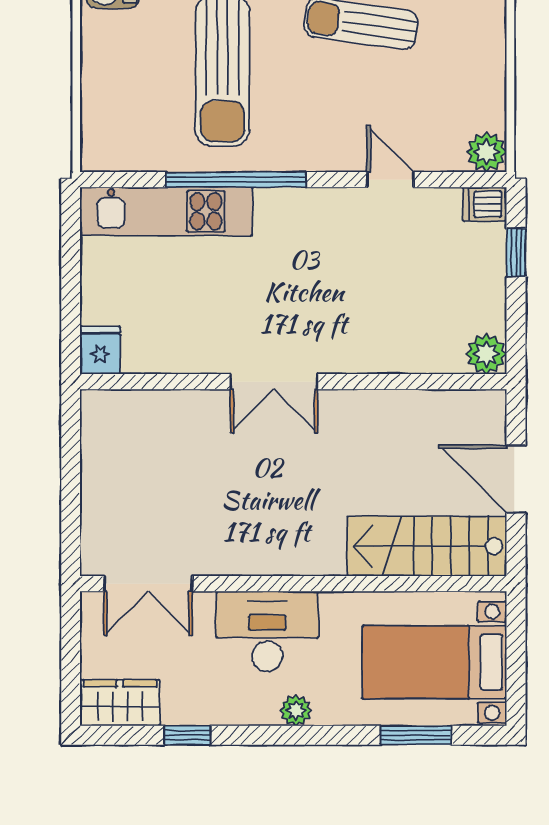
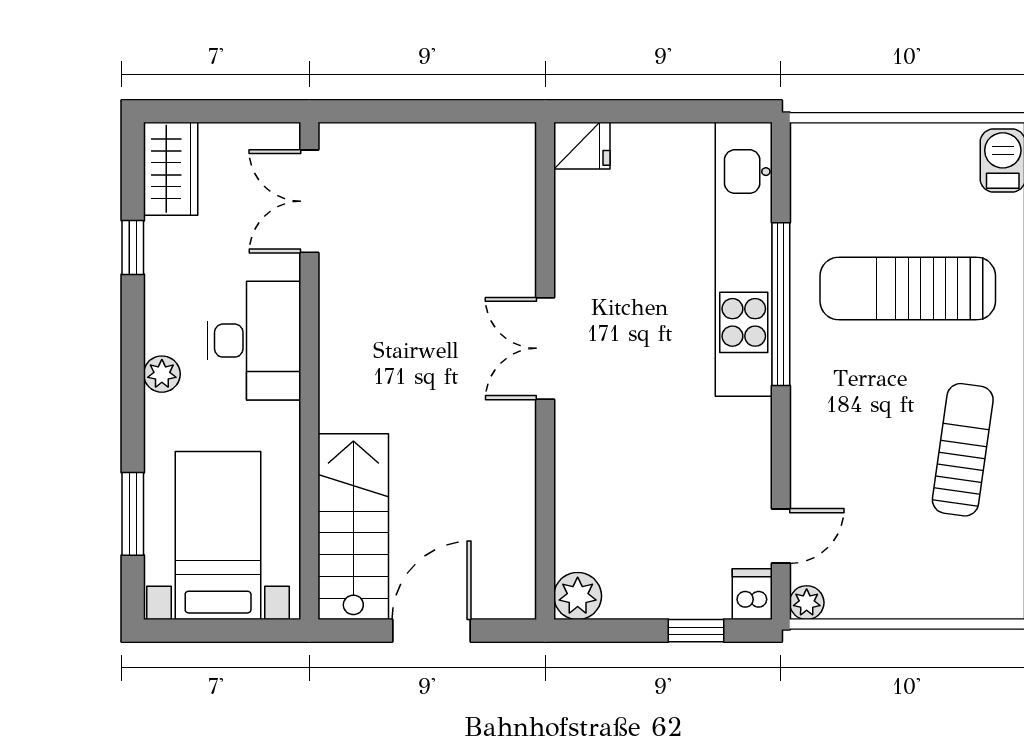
plant: (486, 152) -> (807, 603), width x0.73, depth x0.73
door: (390, 180) -> (781, 536), moved
kitchen unit: (166, 211) -> (744, 259), width x1.36

